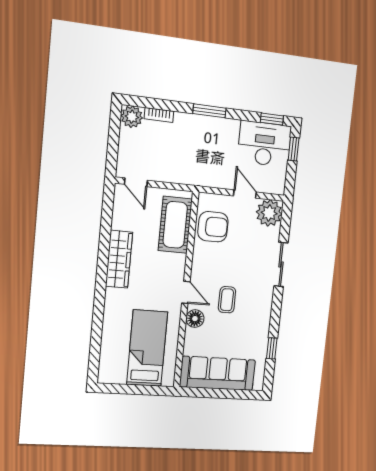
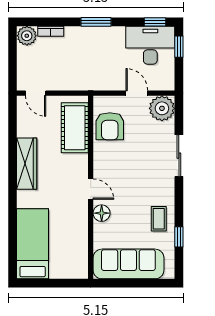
armchair: (213, 227) -> (110, 126), turned 90
coffee table: (227, 300) -> (159, 219), moved
bed: (147, 348) -> (33, 244), moved

